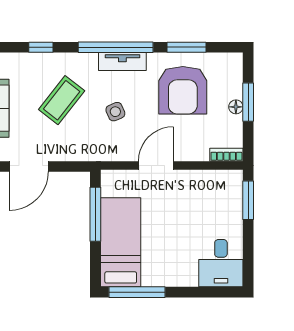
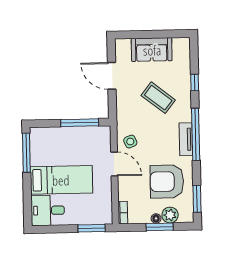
window: (187, 47) -> (197, 199), moved
plant: (231, 87) -> (170, 215), added
side table: (115, 112) -> (130, 142), moved
bed: (121, 242) -> (61, 180), moved

